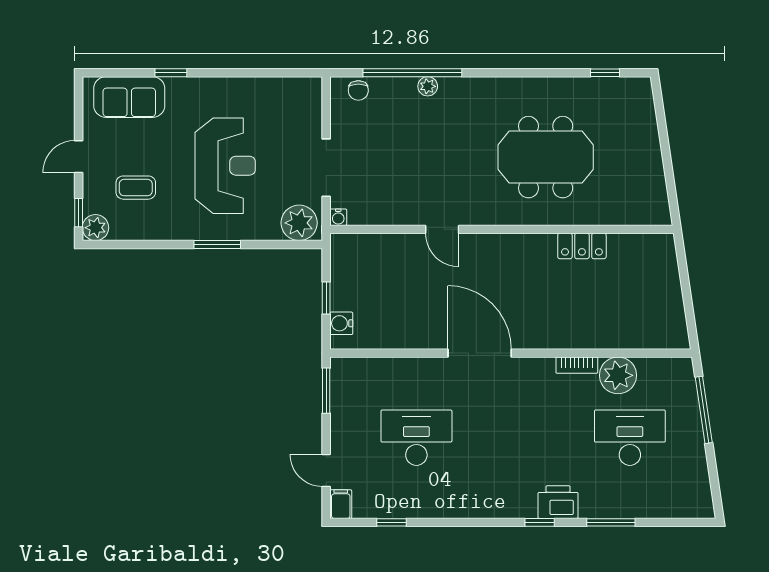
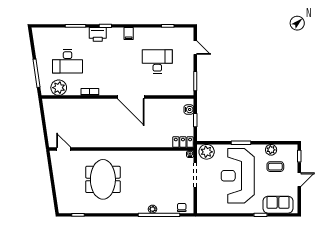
meeting table: (546, 157) -> (103, 179), turned 90
reception desk: (225, 166) -> (238, 176), width x1.36, depth x1.30
plant: (95, 228) -> (271, 150), moved
door: (442, 229) -> (64, 149), moved
locker: (582, 246) -> (183, 142), moved
plant: (618, 375) -> (59, 88), moved
desk: (416, 438) -> (157, 61), turned 180
filing cabinet: (341, 504) -> (129, 34), moved

